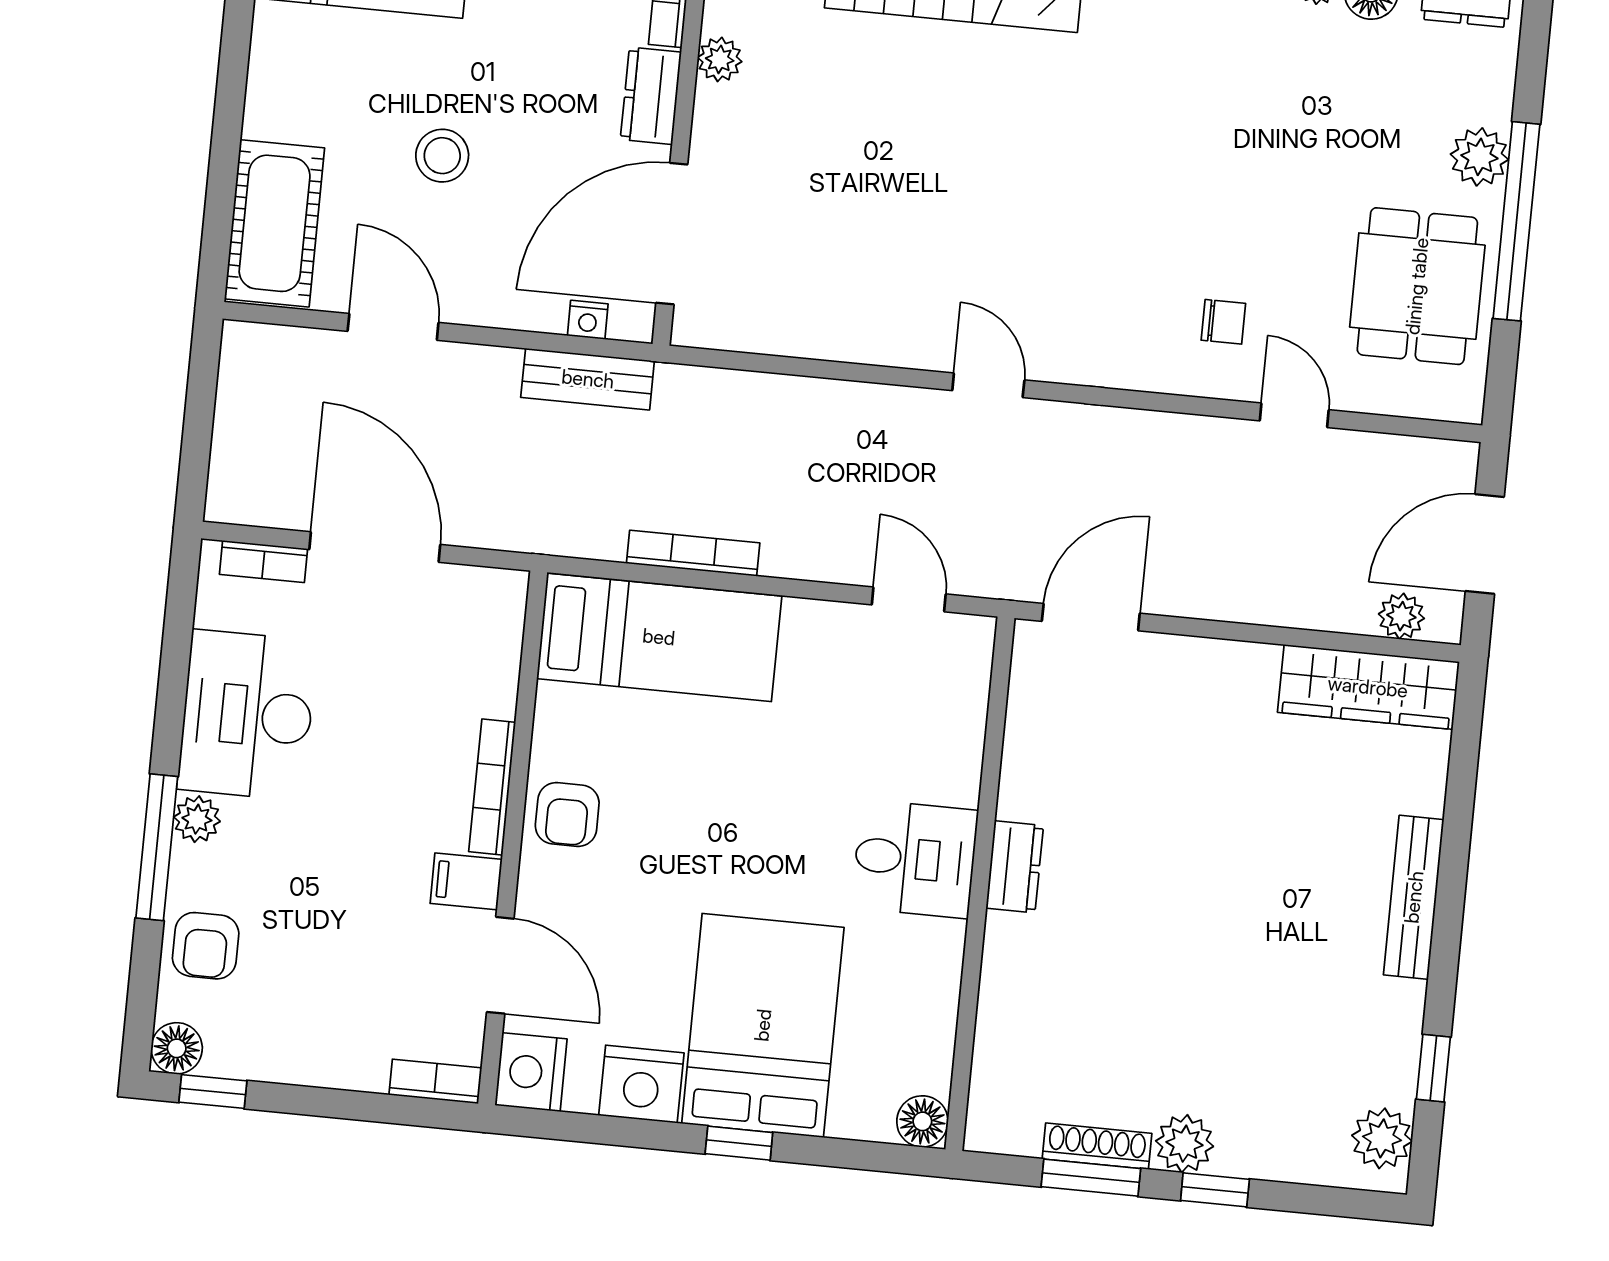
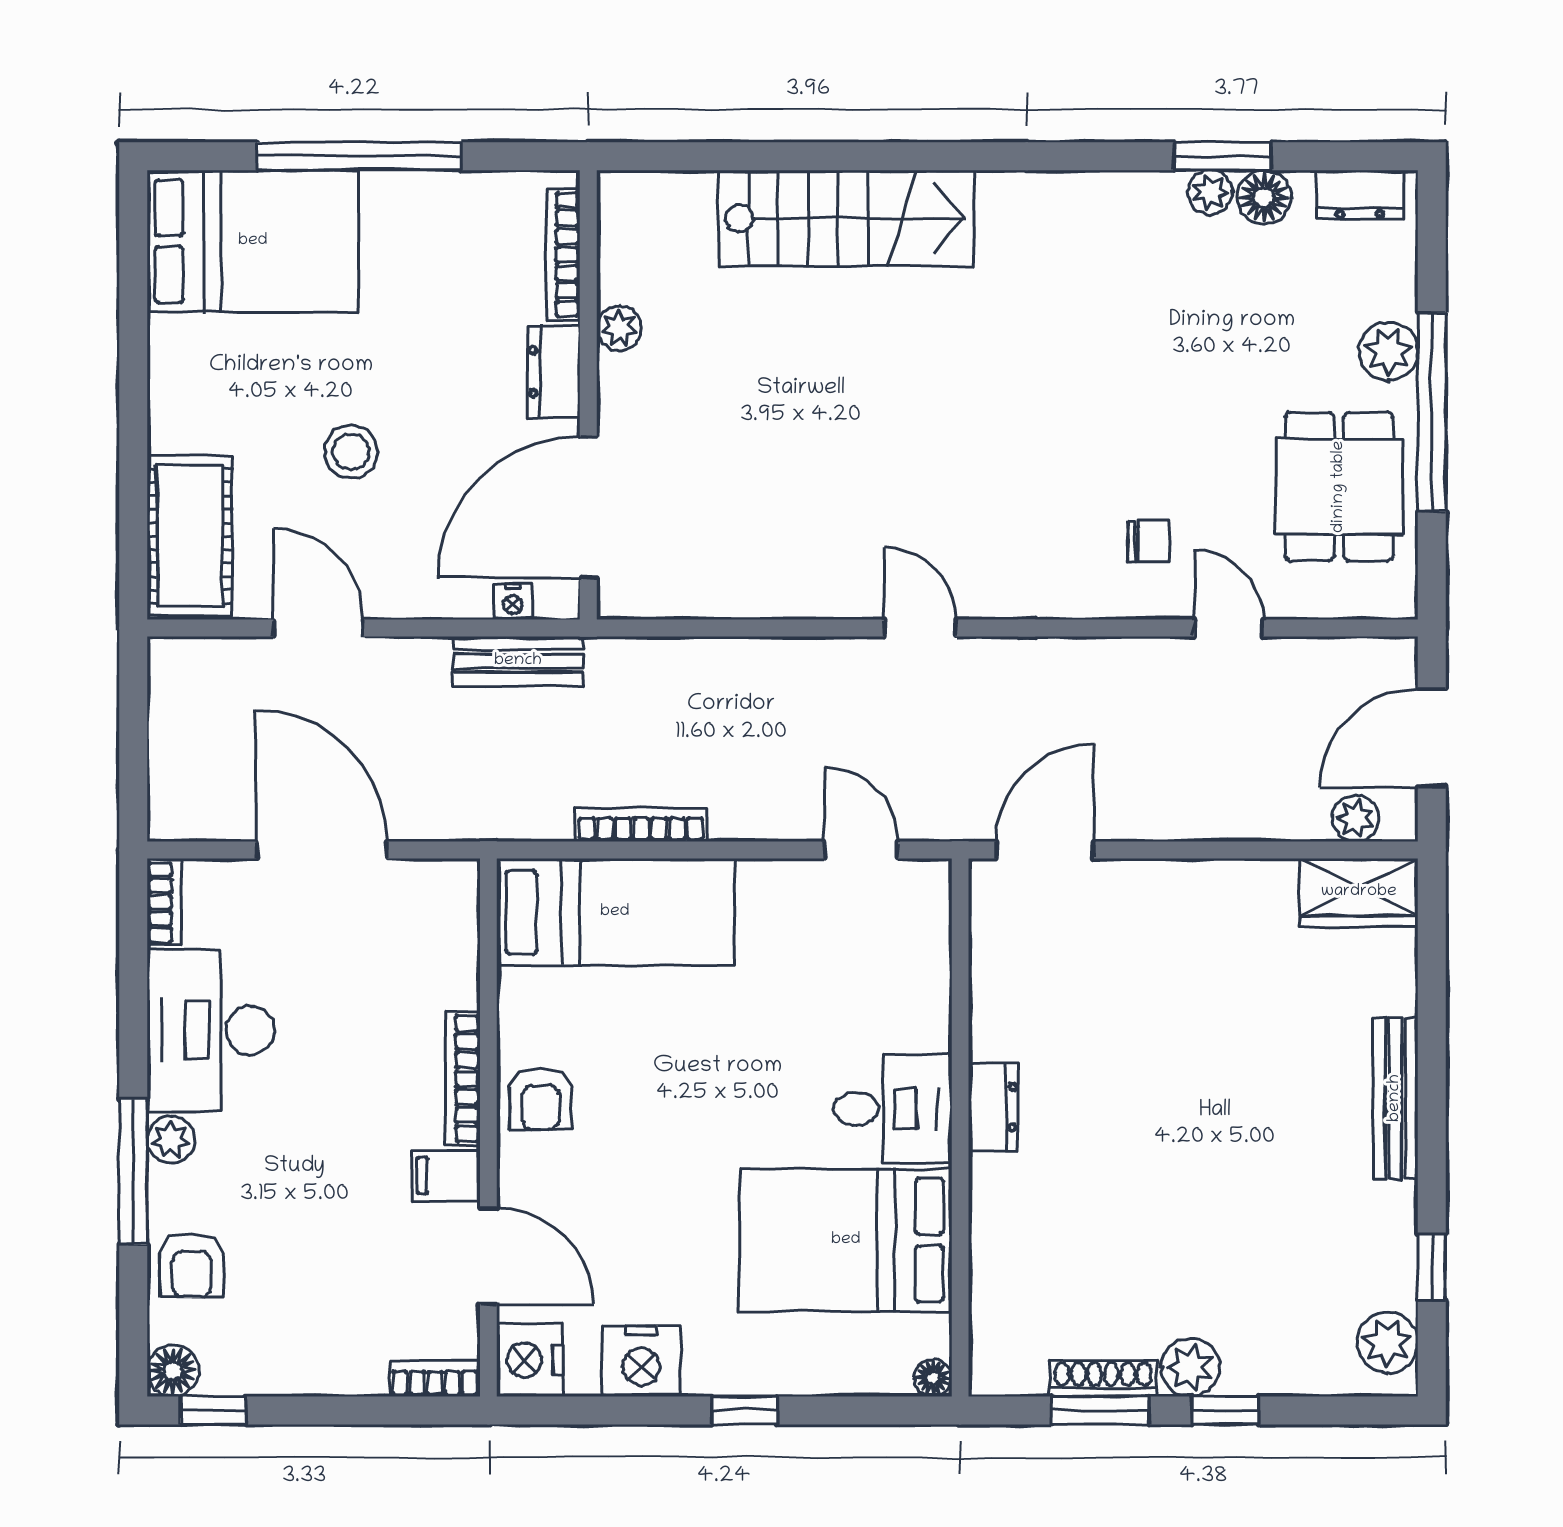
bookcase: (264, 562) -> (164, 902), moved, turned -90
wardrobe: (1368, 687) -> (1359, 892), width x0.67
bed: (763, 1025) -> (846, 1240), moved, turned -90
floor lamp: (922, 1121) -> (933, 1378), width x0.73, depth x0.73

